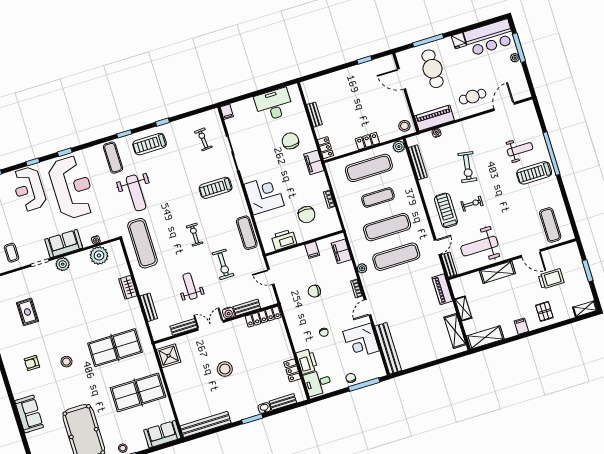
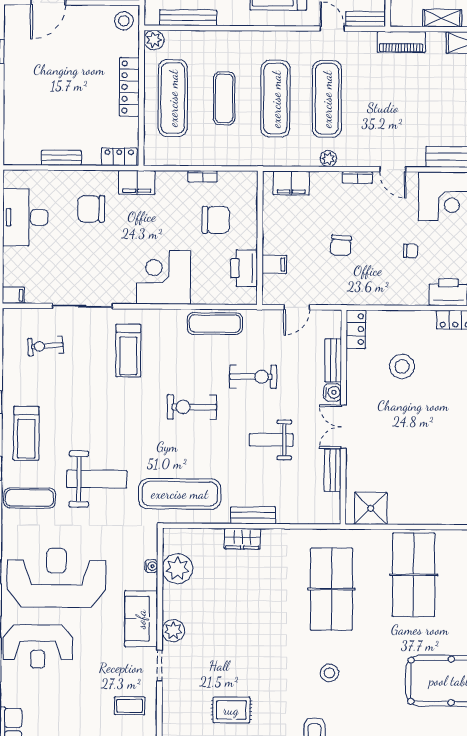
locker: (367, 141) -> (129, 87), width x1.53
exercise bike: (195, 235) -> (192, 407), width x1.38, depth x1.39
filing cabinet: (312, 250) -> (274, 264), moved
bench: (149, 307) -> (253, 515), moved
locker: (263, 317) -> (356, 329), width x0.66
stool: (225, 369) -> (402, 366), moved

